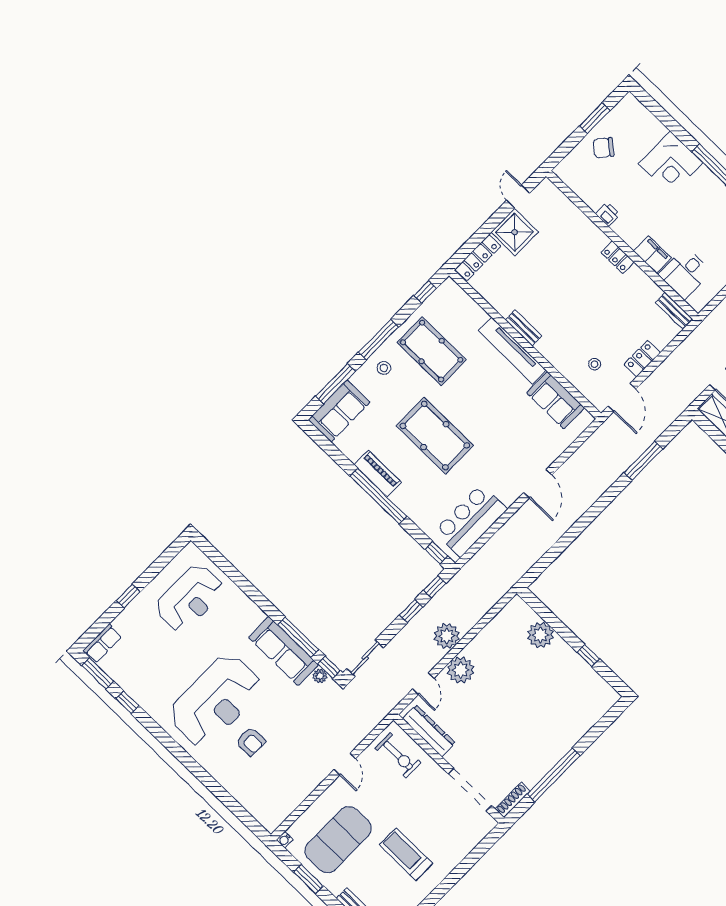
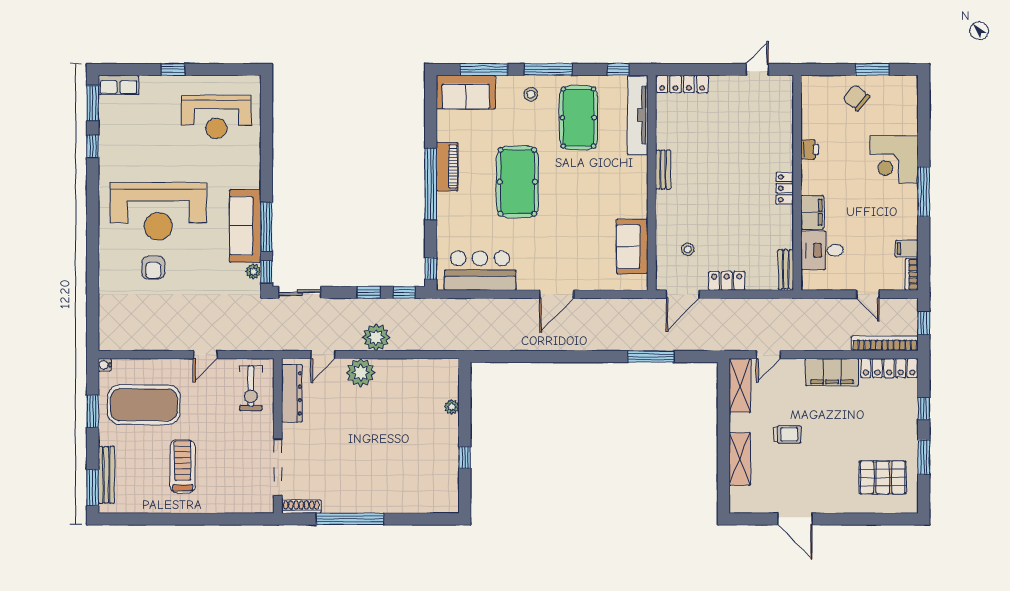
shower: (515, 232) -> (728, 93), removed
tv unit: (512, 351) -> (638, 115), moved
plant: (540, 635) -> (452, 407), width x0.53, depth x0.53

